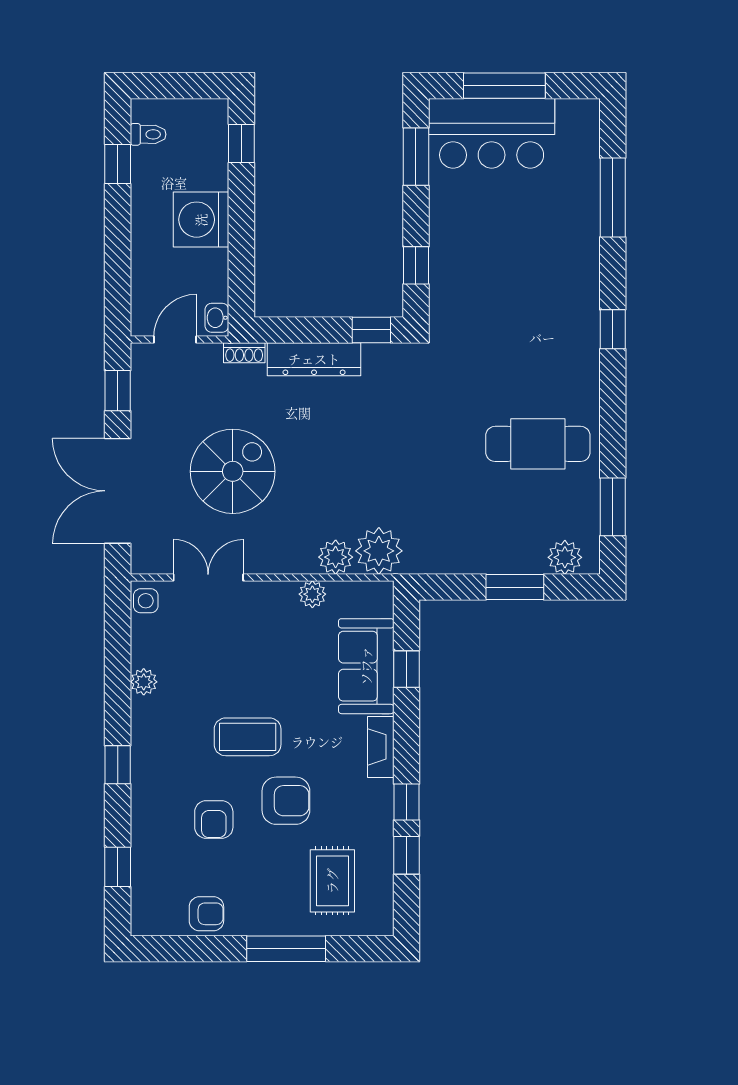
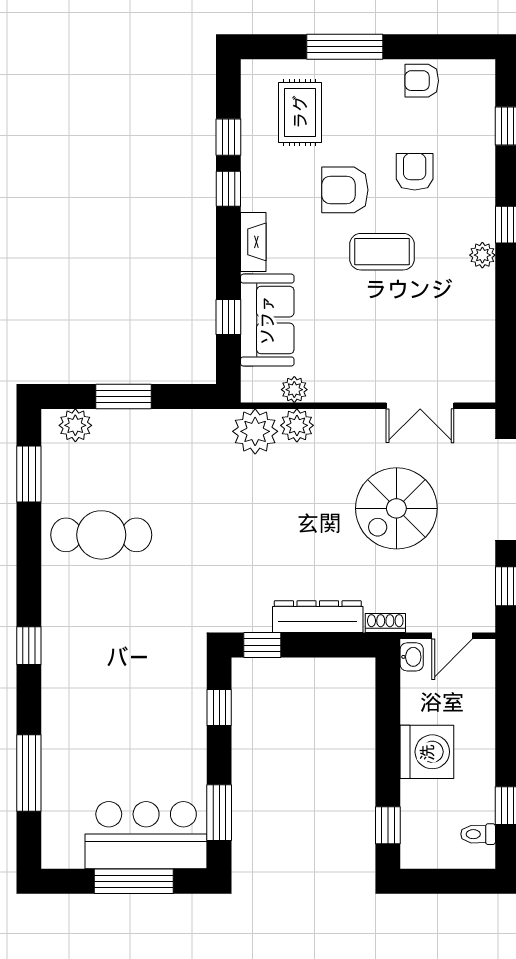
plant: (312, 594) -> (294, 390), moved
side table: (146, 601) -> (480, 383), removed
plant: (144, 682) -> (482, 255), moved

